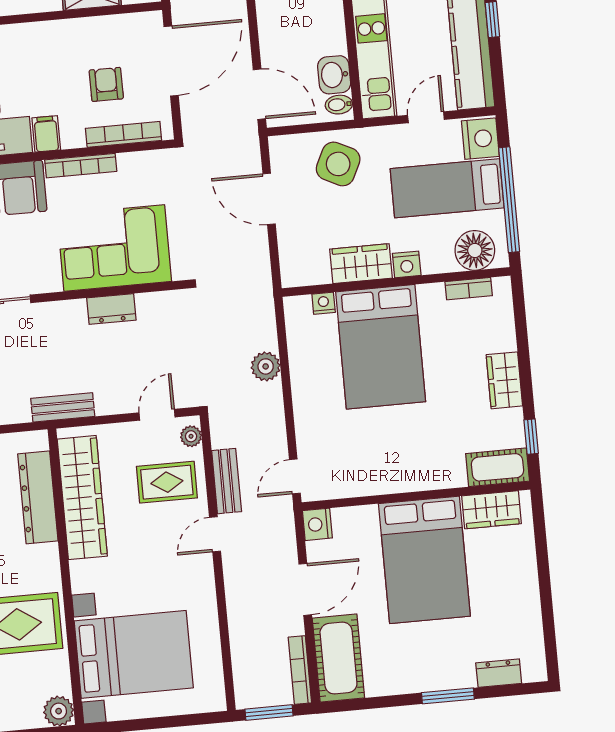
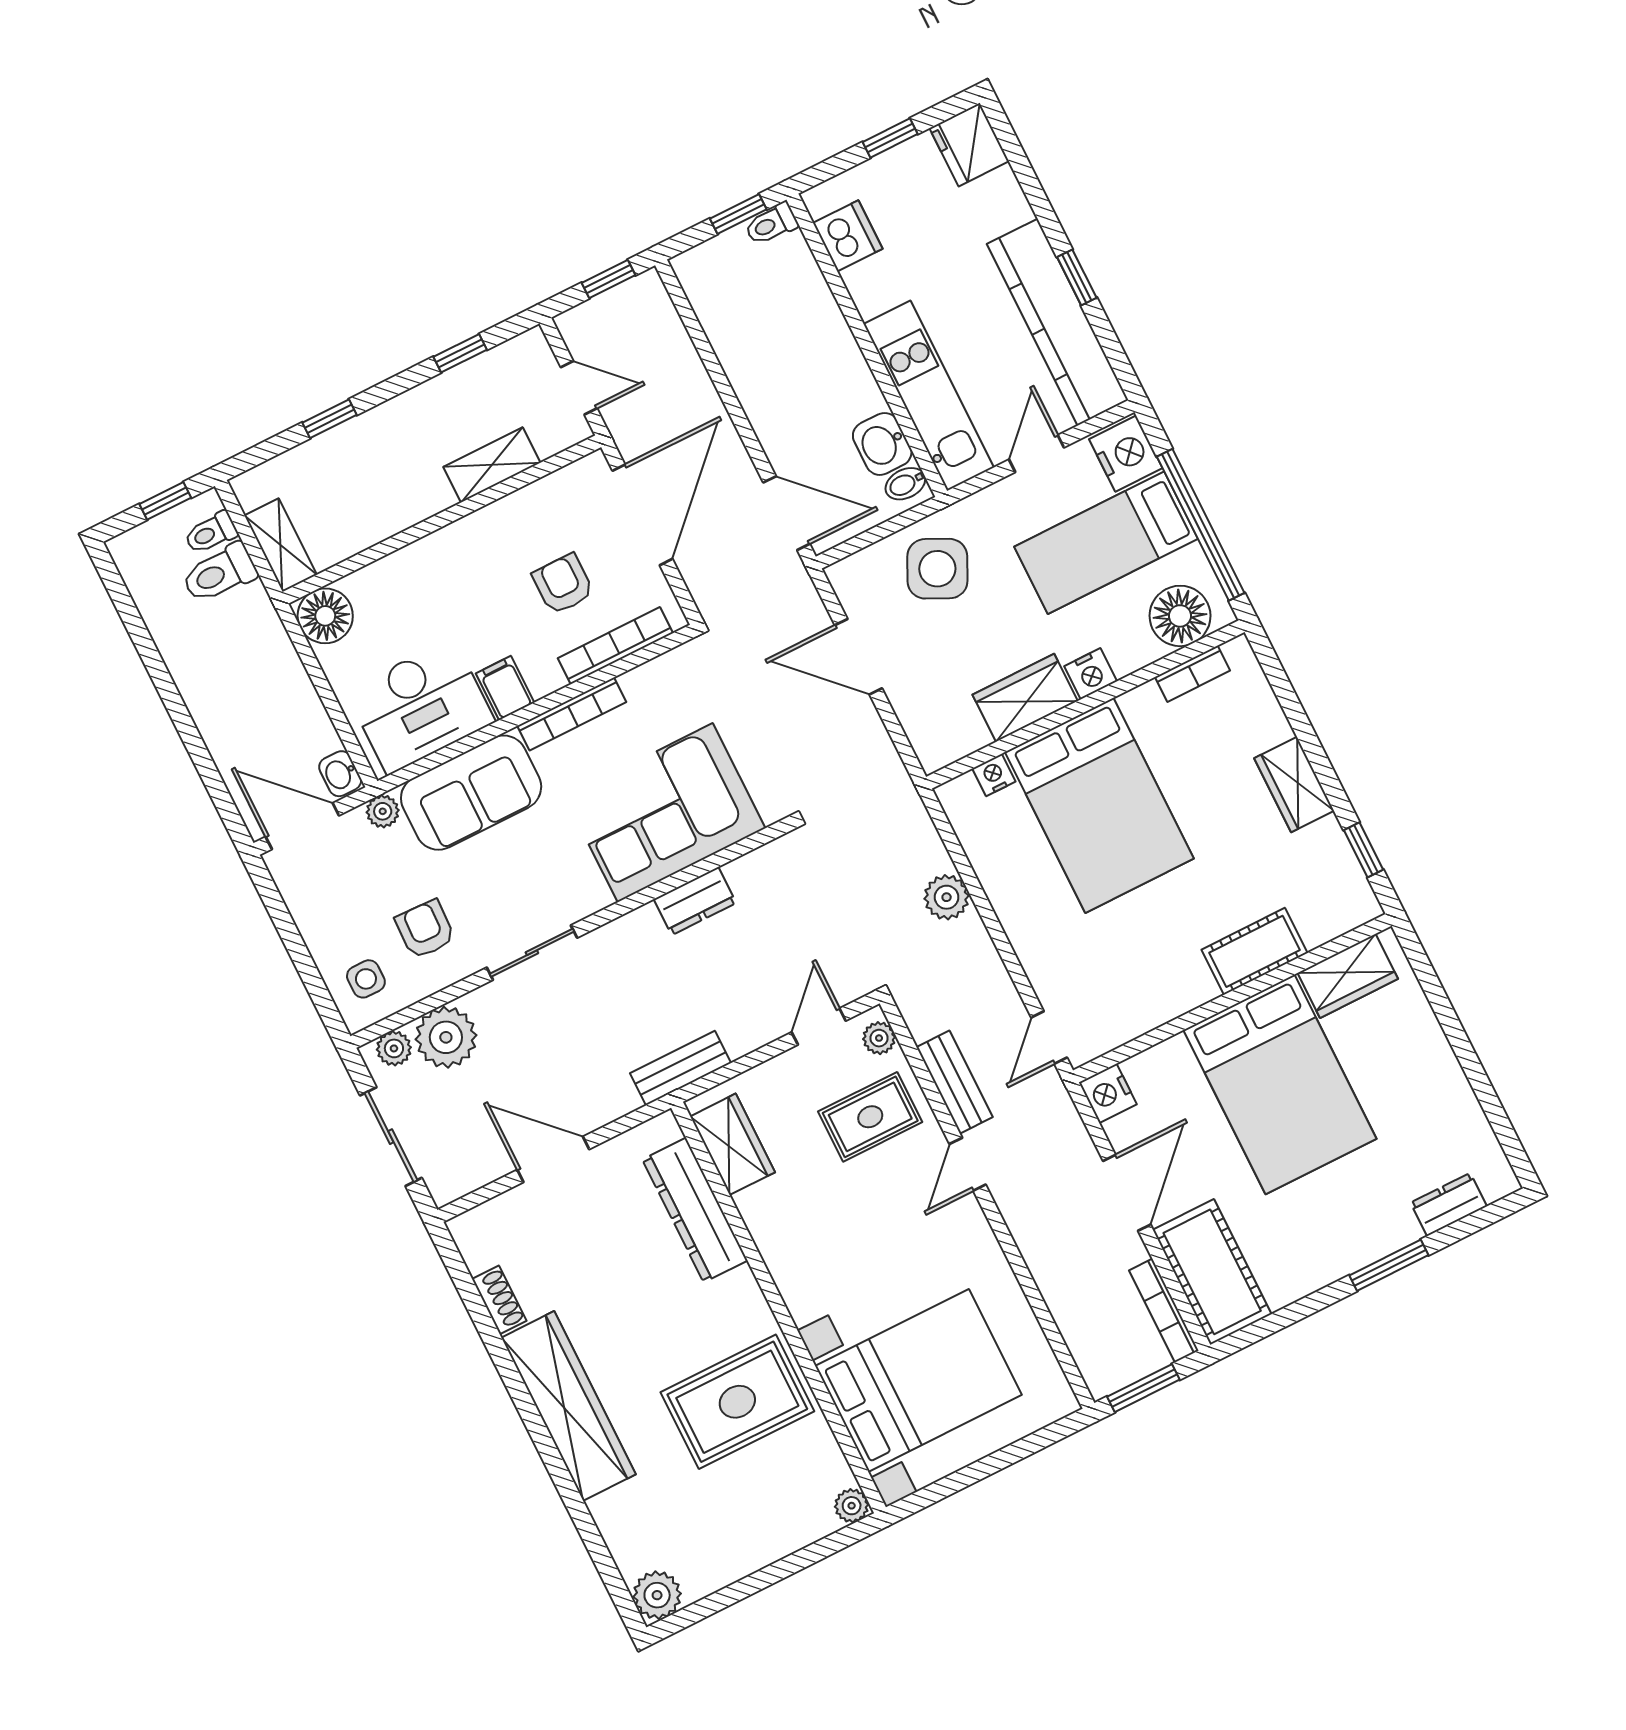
cot: (498, 467) -> (1254, 951), moved
wardrobe: (82, 498) -> (733, 1144), width x0.48, depth x0.85
plant: (59, 711) -> (852, 1506), width x0.73, depth x0.73

